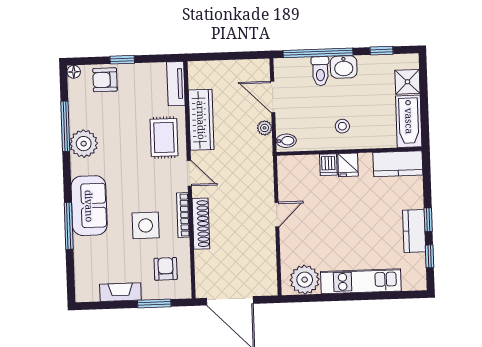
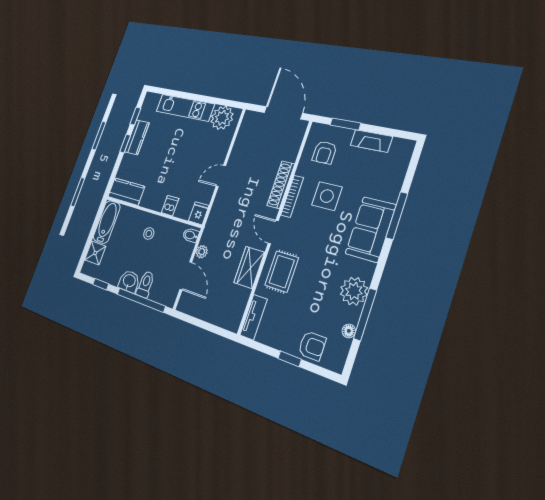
floor lamp: (74, 72) -> (349, 331), moved
wardrobe: (201, 120) -> (249, 267), width x0.67
fridge: (348, 165) -> (199, 213), moved

